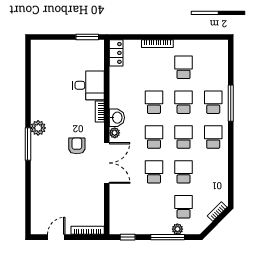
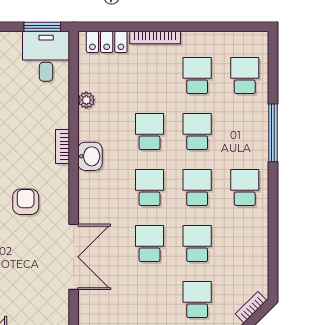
locker: (116, 53) -> (107, 42), moved, turned 90
desk: (88, 85) -> (46, 56), moved, turned -90
school desk: (213, 102) -> (245, 76), moved
plant: (115, 133) -> (86, 100), moved
double door: (107, 163) -> (74, 257), moved

